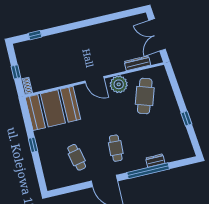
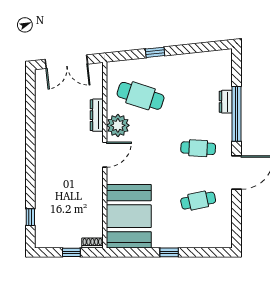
dresser: (137, 63) -> (97, 115), moved
window: (186, 118) -> (155, 52), moved

